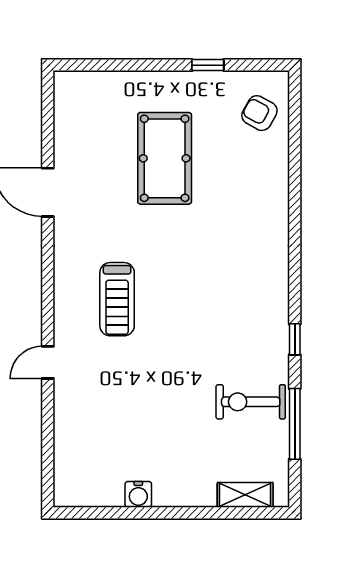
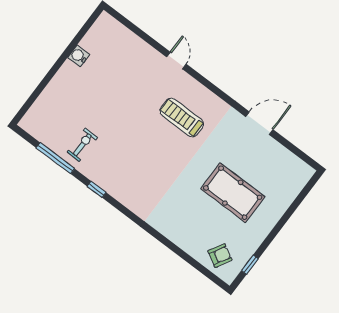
window: (208, 65) -> (250, 265), moved
exercise bike: (251, 402) -> (82, 145), width x0.73, depth x0.72
shelving: (245, 495) -> (39, 108), removed

